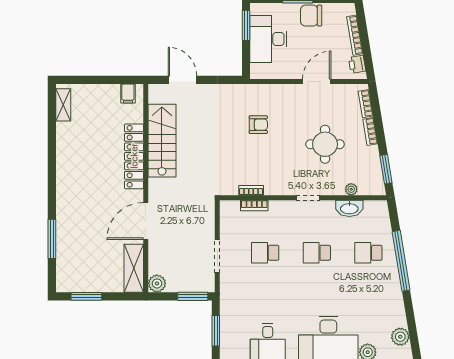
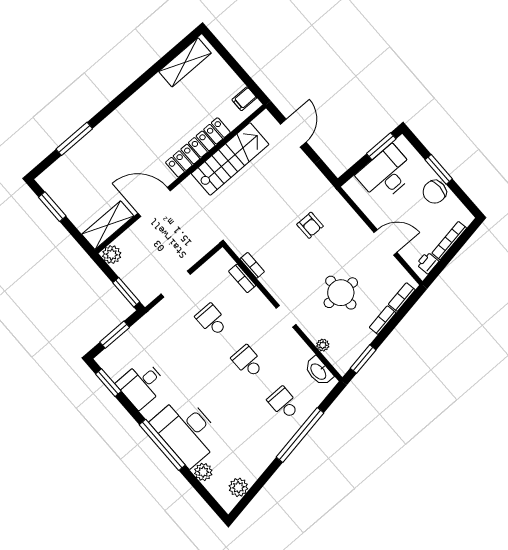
chair: (311, 16) -> (435, 192), turned -90
shelving: (63, 105) -> (185, 62), width x1.50, depth x1.33
washbasin: (349, 208) -> (319, 371), moved

